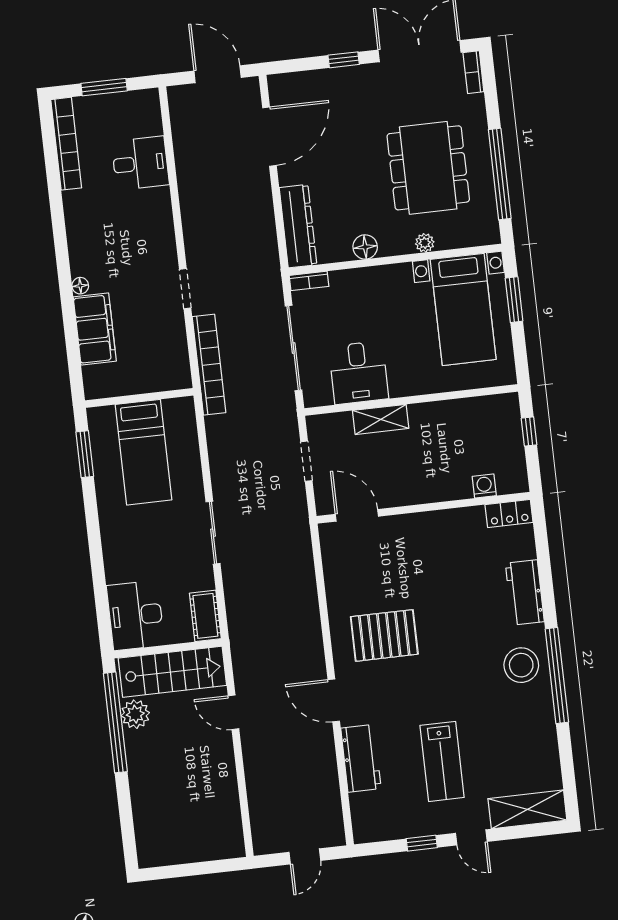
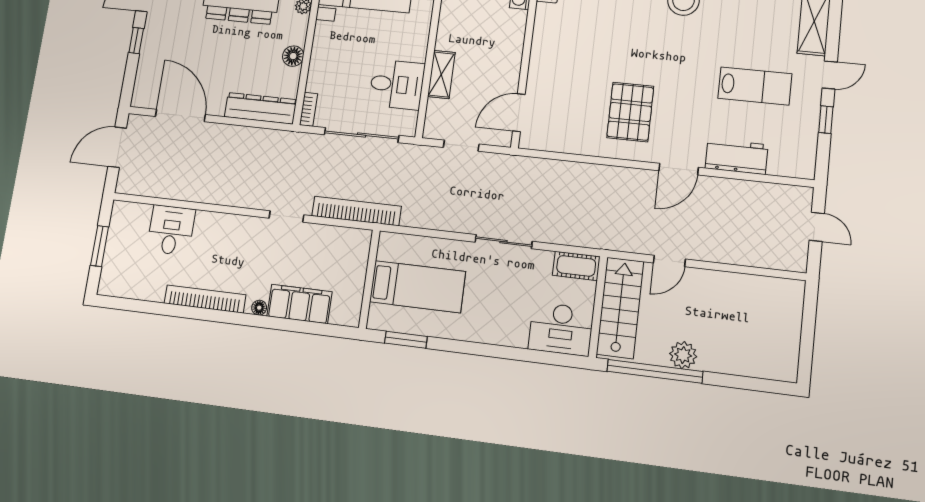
bookcase: (66, 144) -> (205, 299), moved
plant: (135, 714) -> (683, 355), moved

